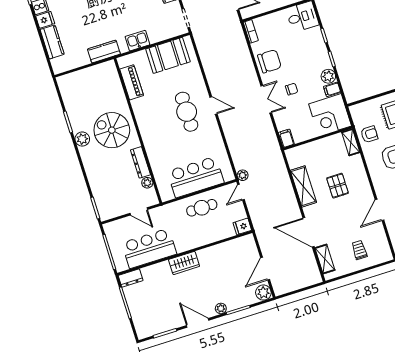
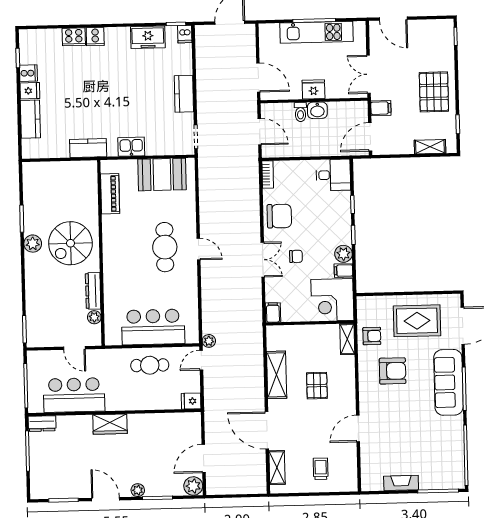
spiral stairs: (112, 130) -> (70, 243), turned -90

